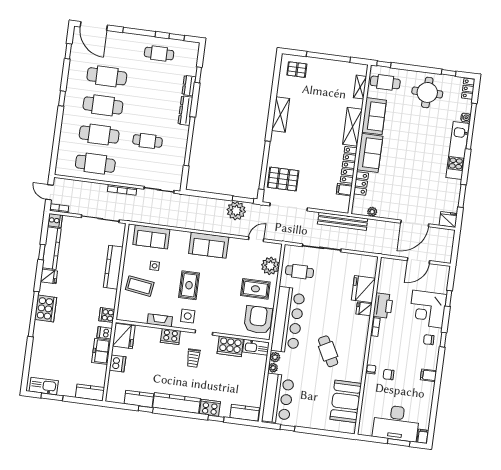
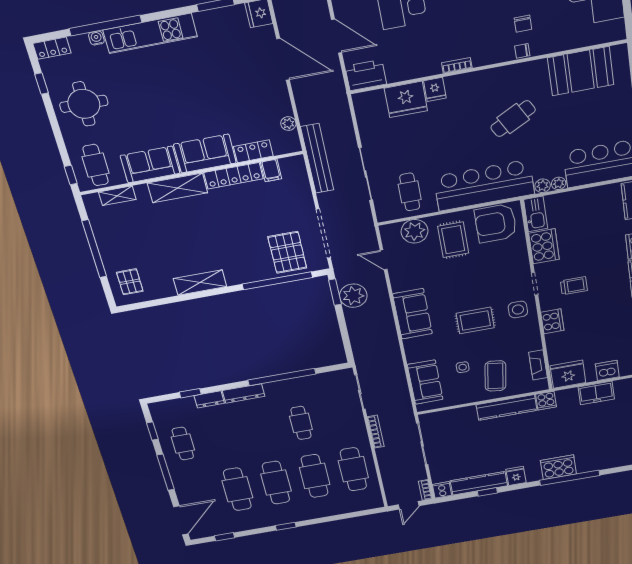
kitchen counter: (113, 267) -> (507, 408), moved
printer: (383, 306) -> (366, 75), moved
fireplace: (160, 320) -> (538, 365), moved
dishwasher: (105, 333) -> (570, 396), removed

